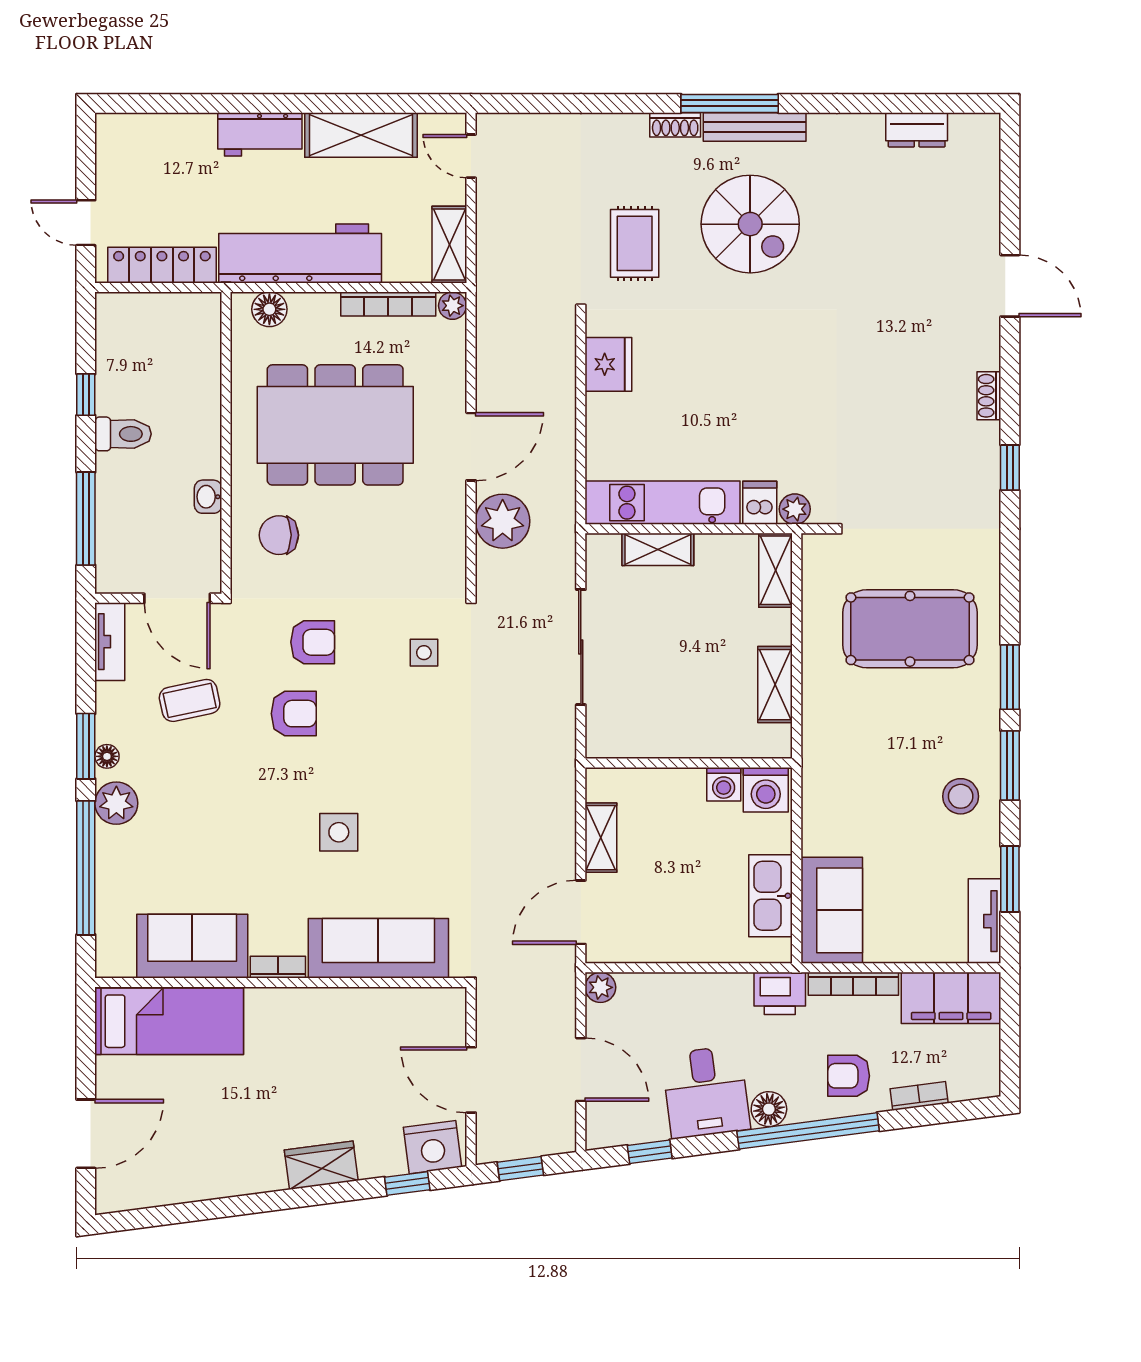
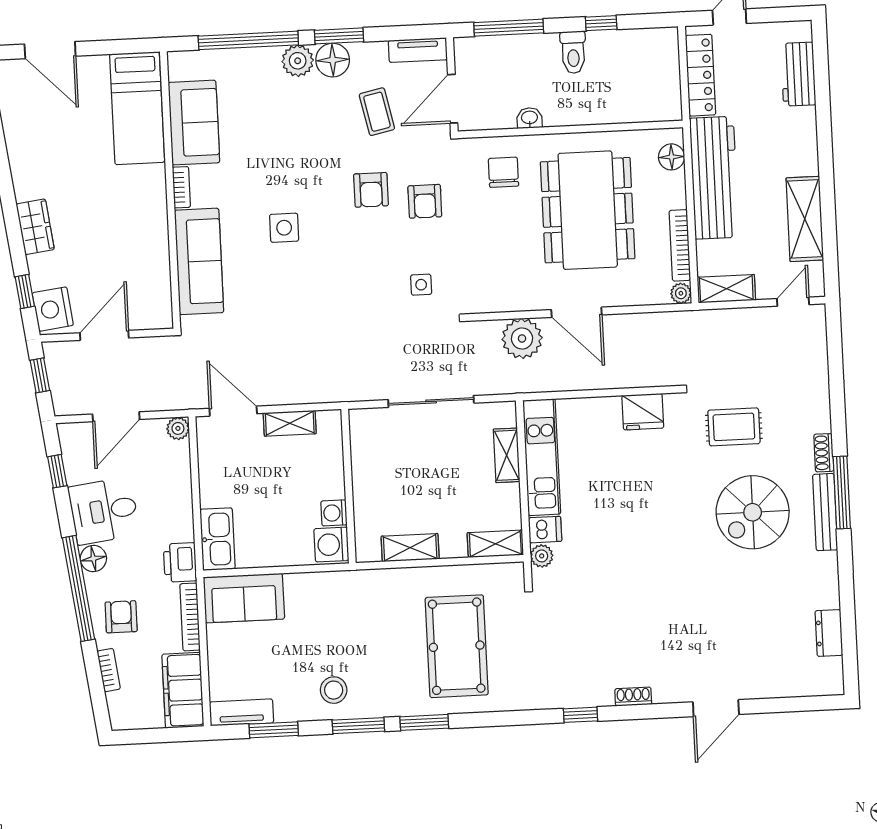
workbench: (260, 134) -> (798, 74), moved
floor lamp: (107, 756) -> (333, 60), width x1.89, depth x1.89
kitchen sink: (771, 896) -> (217, 539), moved, turned 90

